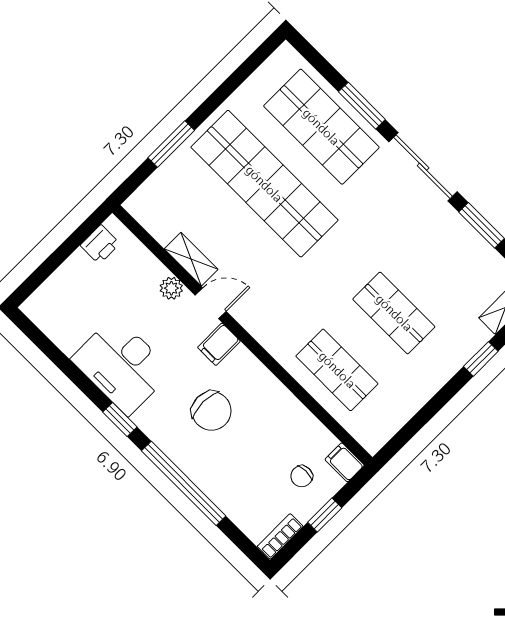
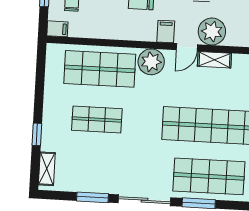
plant: (171, 288) -> (212, 32), width x1.87, depth x1.87
plant: (268, 324) -> (151, 62), added
shop shelf: (337, 370) -> (100, 69), width x1.43, depth x1.36

